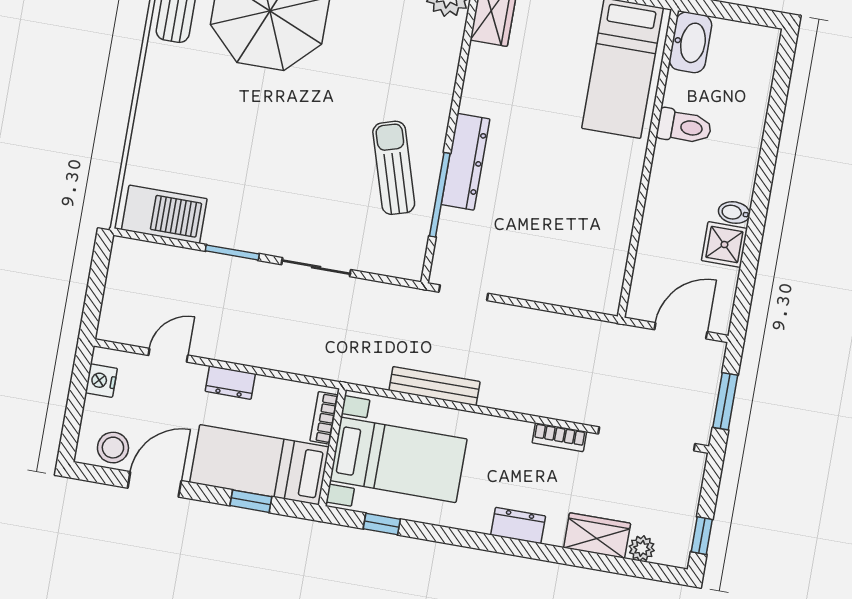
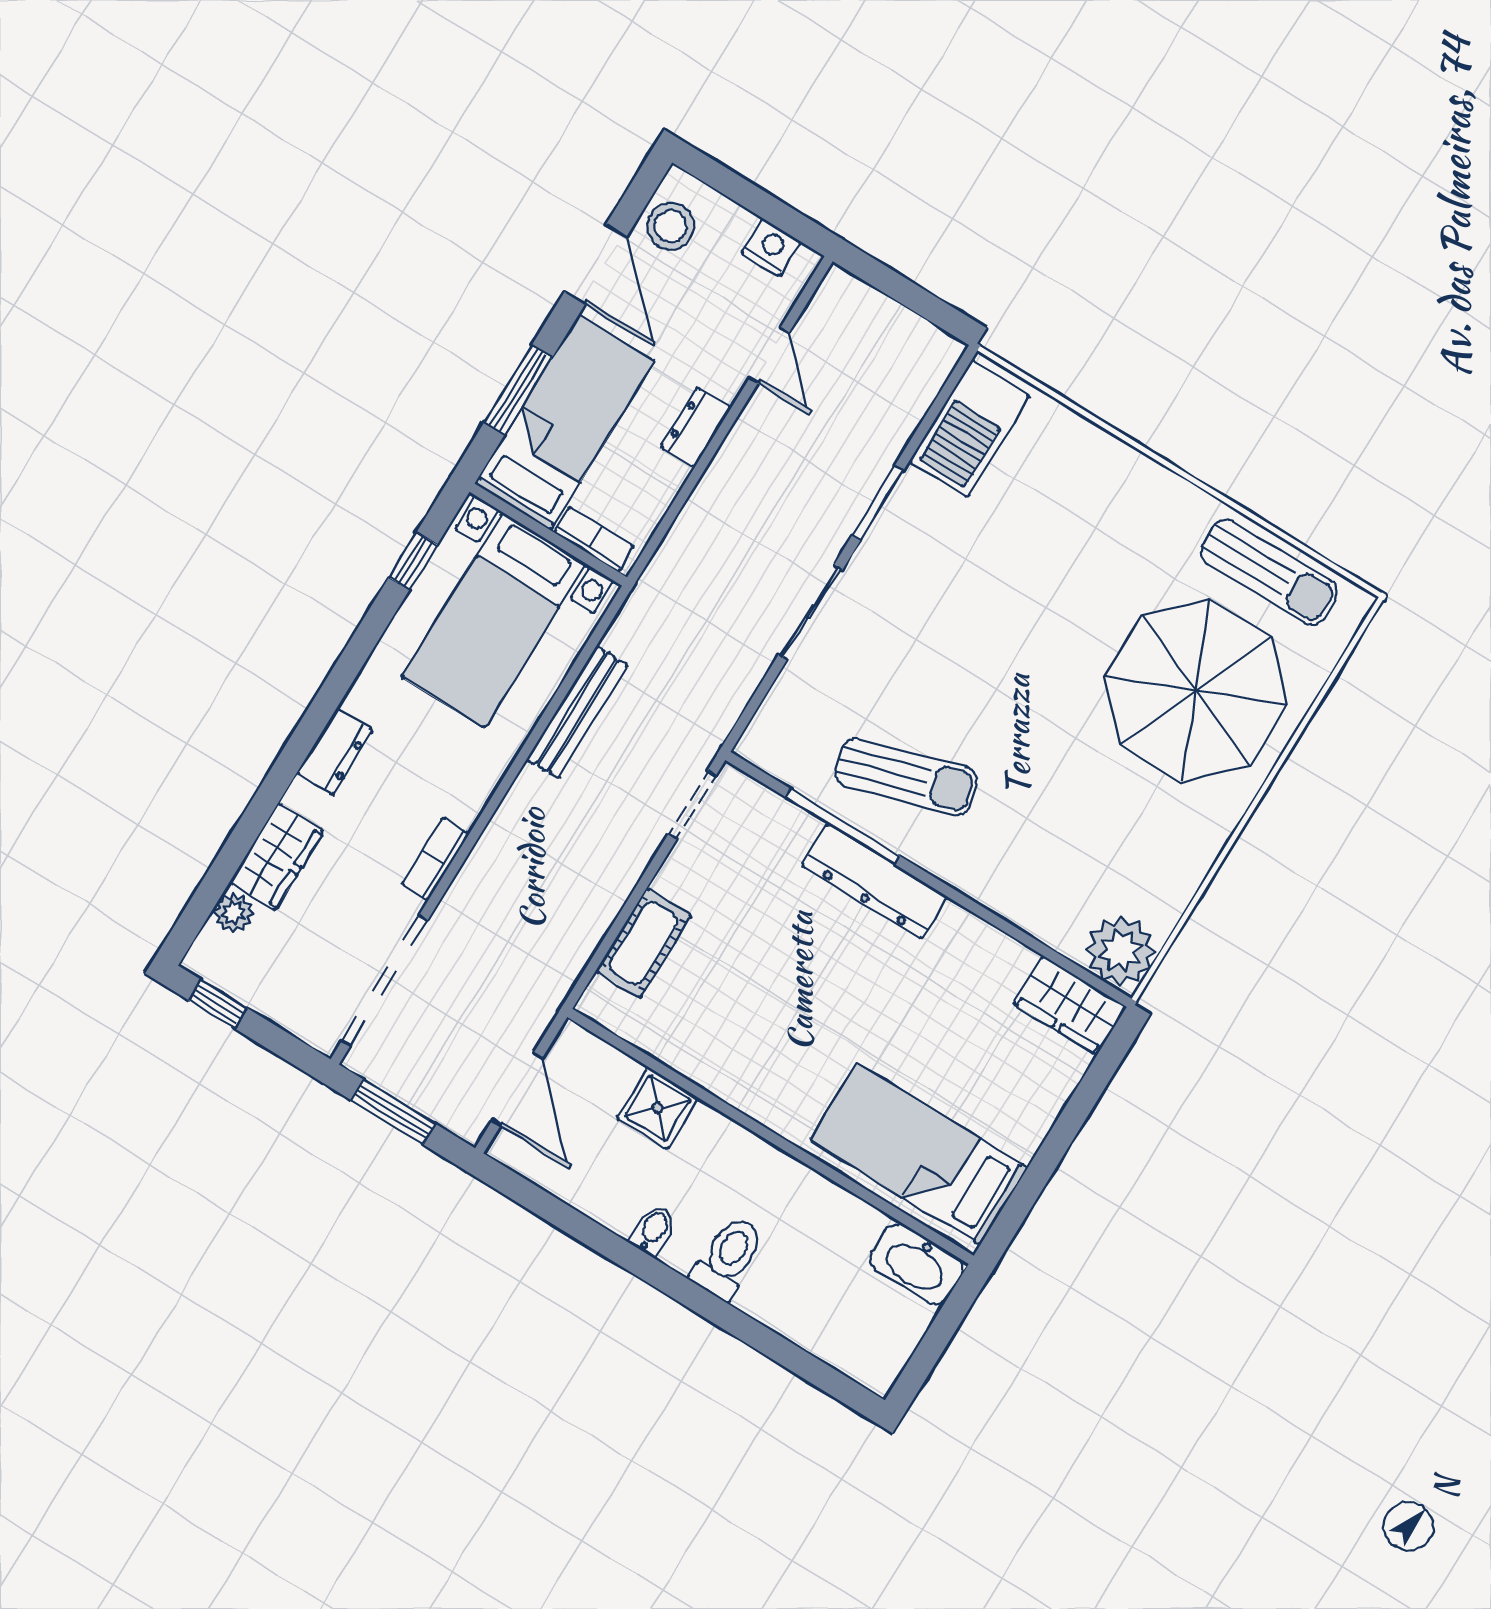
toilet: (684, 127) -> (728, 1258), moved, turned 180
shower: (724, 245) -> (658, 1108), moved
cot: (560, 289) -> (644, 943), added
window: (251, 501) -> (518, 390), width x1.50

